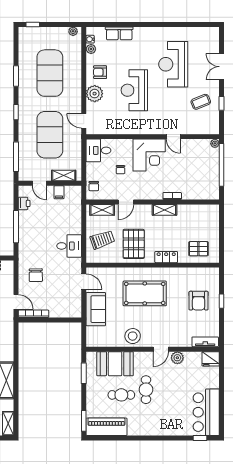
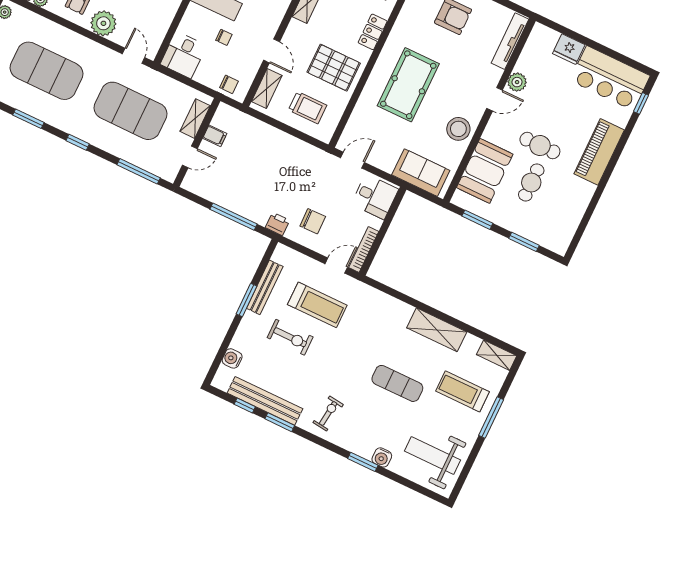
door: (84, 121) -> (134, 56), swing flipped
printer: (24, 203) -> (277, 224), moved
trolley: (102, 240) -> (308, 108), turned 109
desk: (69, 246) -> (375, 197), moved, turned 90
sofa: (96, 309) -> (421, 173), moved
tv unit: (205, 342) -> (510, 41), width x1.41
door: (161, 349) -> (495, 99), hinge flipped
fridge: (211, 359) -> (569, 49), moved, turned 90
window: (84, 421) -> (524, 242), moved
piano: (106, 427) -> (599, 152), moved

